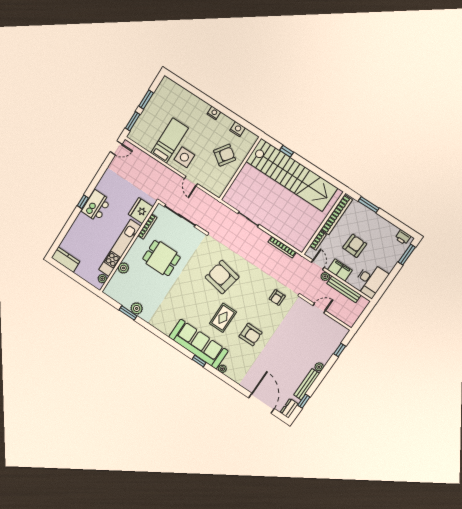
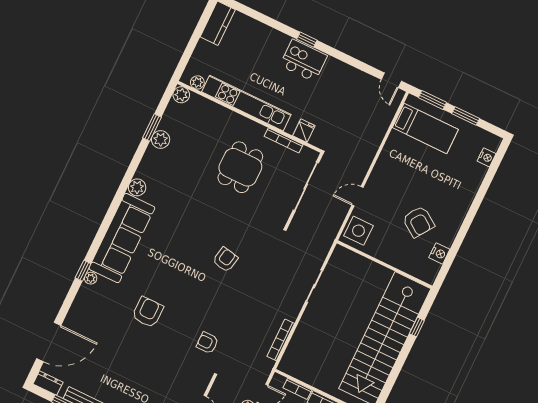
nightstand: (214, 113) -> (487, 157), moved
bed: (169, 141) -> (425, 128), moved
armchair: (225, 155) -> (419, 222), moved
side table: (184, 157) -> (358, 231), moved
fridge: (141, 211) -> (304, 131), width x0.53, depth x0.75
plant: (123, 268) -> (181, 95), moved
armchair: (222, 277) -> (225, 260), width x0.53, depth x0.53
rug: (223, 318) -> (166, 269), removed
plant: (166, 329) -> (137, 187), added
armchair: (250, 335) -> (148, 312), turned 180
window: (199, 361) -> (83, 271), moved

